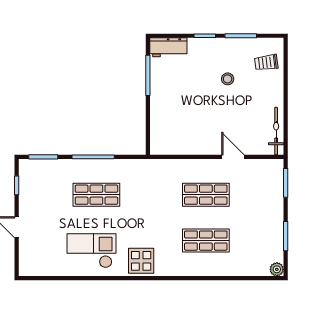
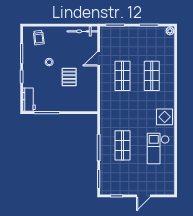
pallet: (204, 110) -> (69, 77), added

